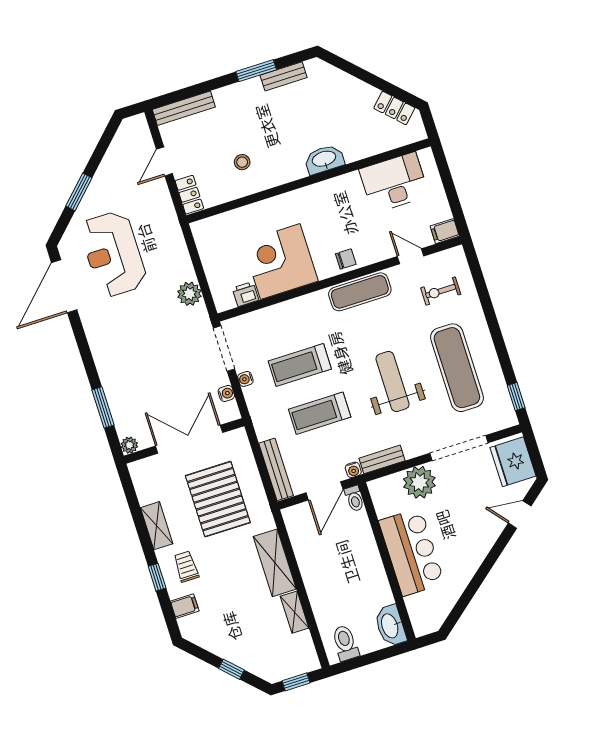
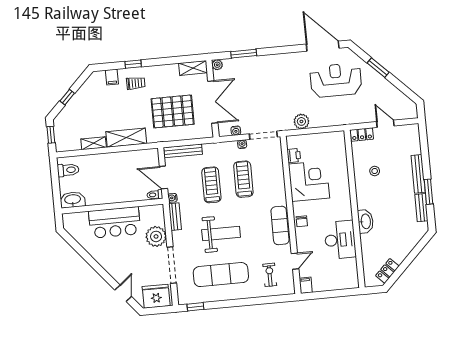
bench: (184, 108) -> (418, 174), moved
desk: (394, 182) -> (340, 240), moved
shelving: (157, 526) -> (193, 68), moved

